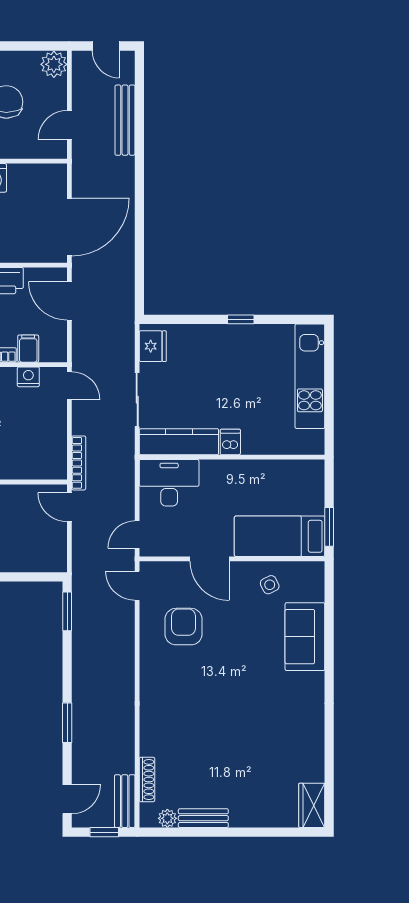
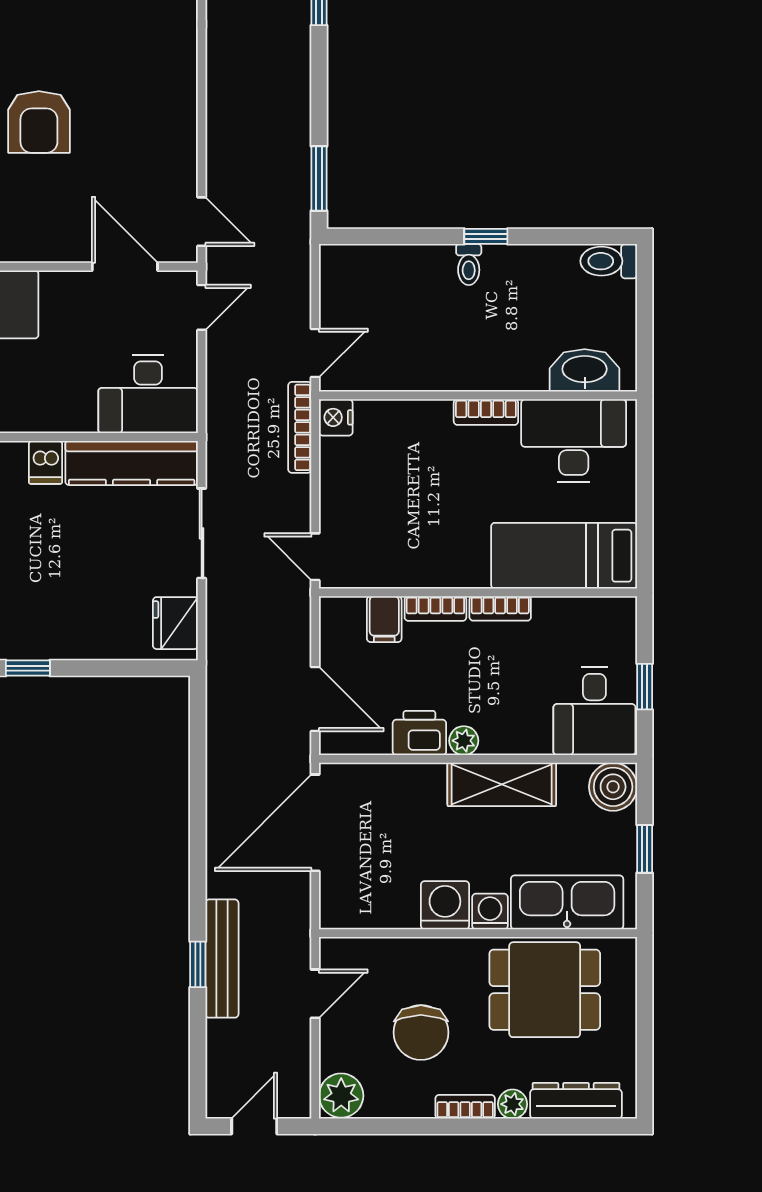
door: (106, 46) -> (254, 1126), hinge flipped
bench: (125, 120) -> (222, 959), moved
window: (139, 143) -> (198, 964), added
nightstand: (28, 377) -> (336, 417), moved, turned 90
door: (69, 507) -> (315, 353), hinge flipped
door: (210, 559) -> (125, 267), moved
armchair: (183, 627) -> (39, 122), moved

